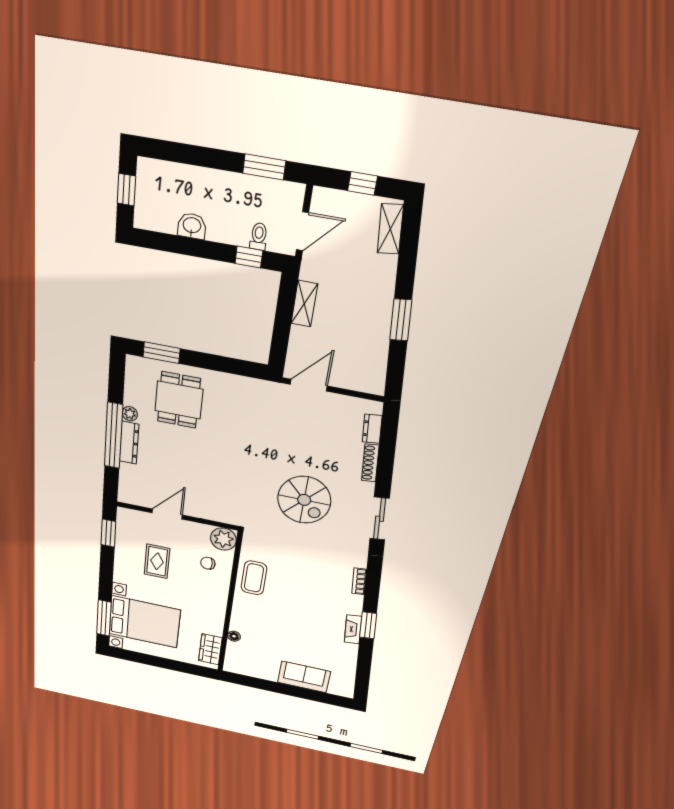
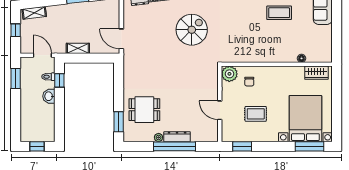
washbasin: (192, 226) -> (49, 96), moved
coffee table: (254, 578) -> (279, 13), moved

